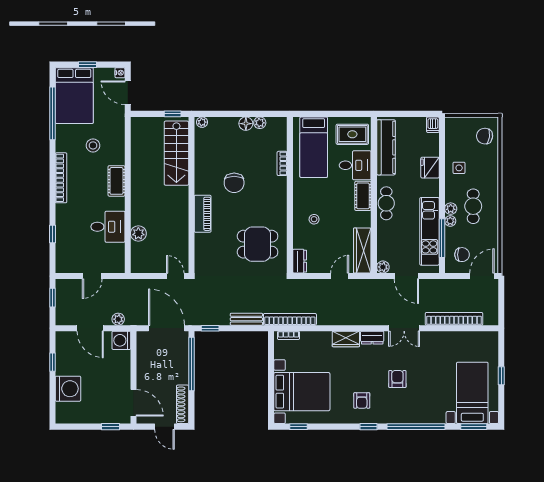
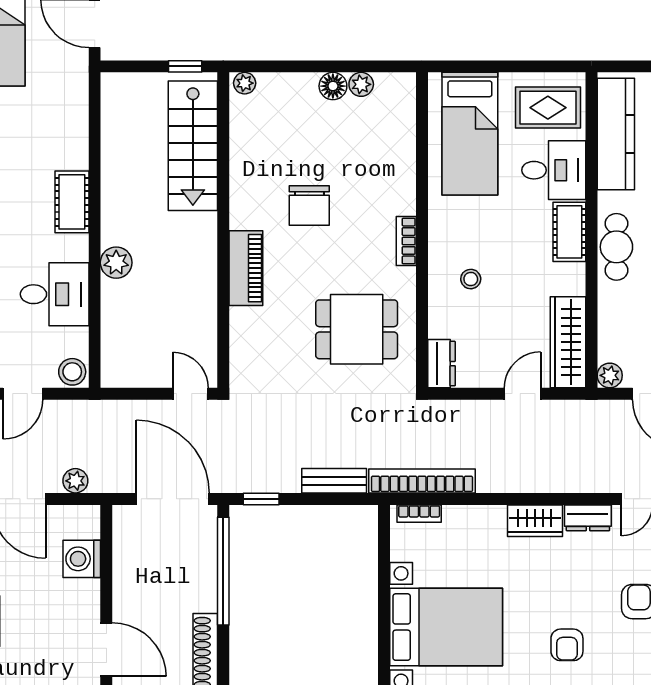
stool: (93, 145) -> (72, 372), moved
bookcase: (282, 163) -> (406, 241), moved
plant: (138, 233) -> (116, 263), moved
washing machine: (121, 340) -> (82, 559), moved

